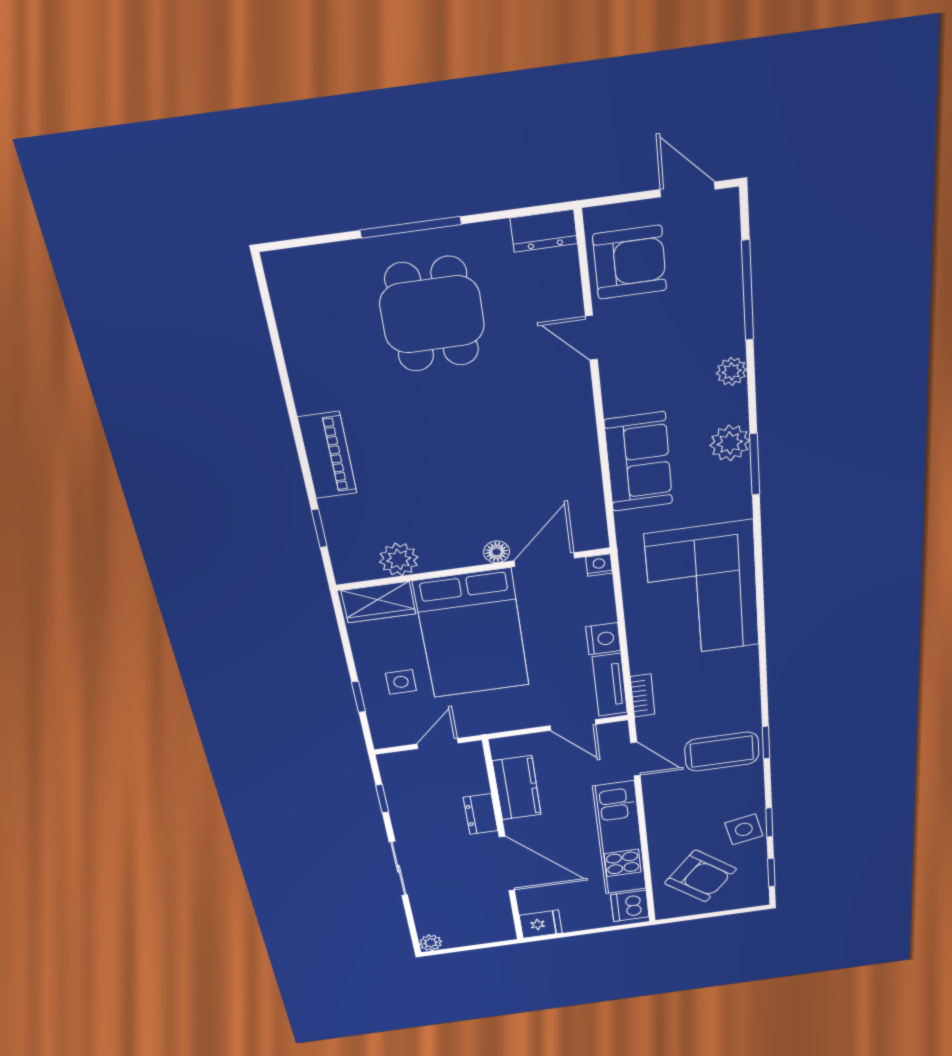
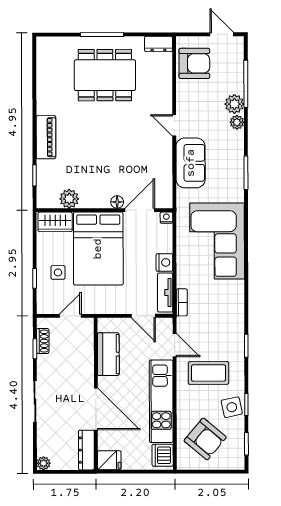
dining table: (432, 315) -> (105, 75), width x1.38
door: (591, 338) -> (174, 125), moved
plant: (730, 443) -> (234, 104), moved
coffee table: (722, 752) -> (209, 373), moved
shoe rack: (394, 786) -> (43, 341), added
dresser: (481, 814) -> (86, 450), moved, width x1.44

